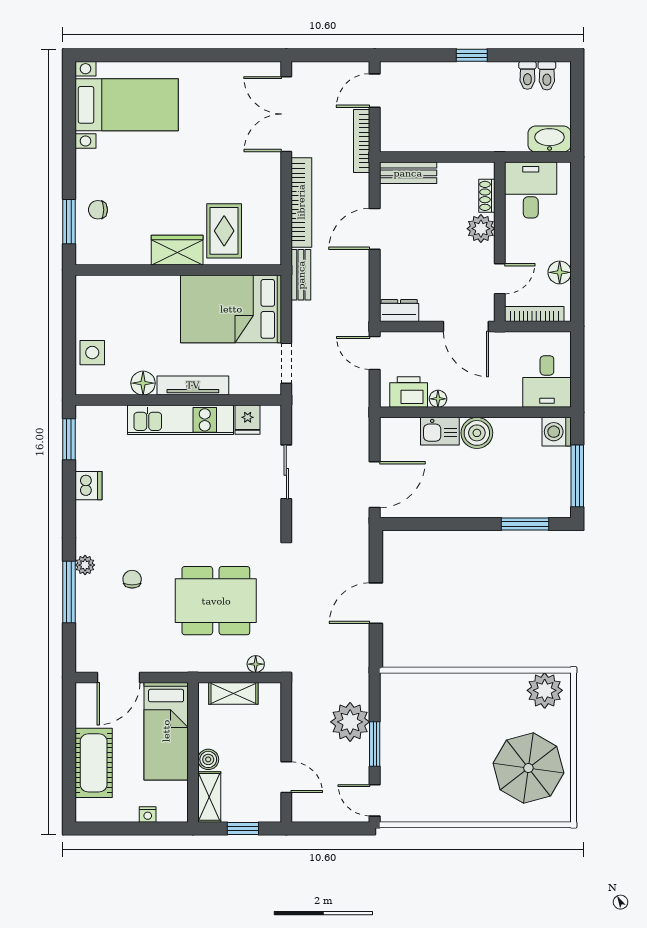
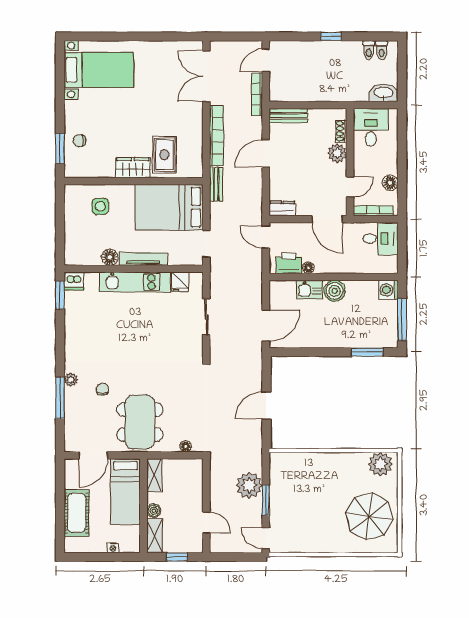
side table: (92, 353) -> (100, 206), moved
desk: (547, 381) -> (381, 239), moved, turned -90
dishwasher: (89, 486) -> (74, 281), moved, turned 90
dining table: (216, 601) -> (140, 422), moved, turned 90
shelving: (233, 693) -> (154, 475), moved, turned 90

